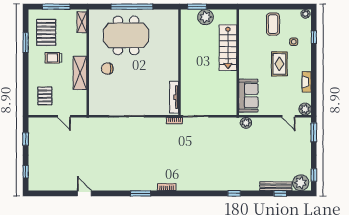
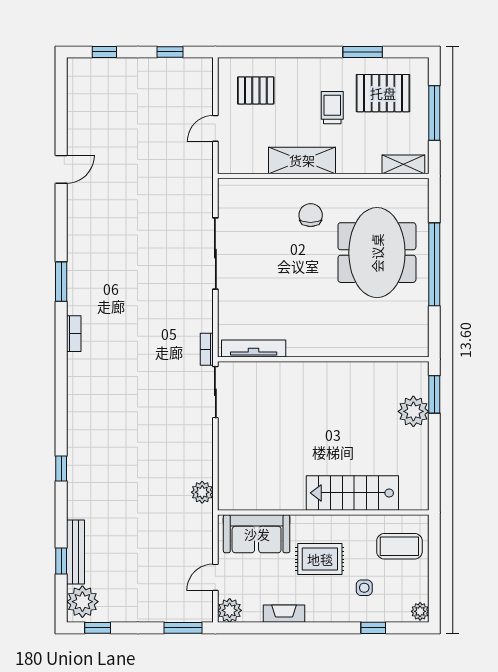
stairs: (228, 48) -> (352, 493), moved
wall: (238, 62) -> (323, 512), moved
sofa: (248, 96) -> (257, 534), moved

